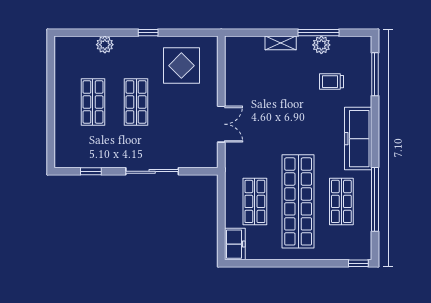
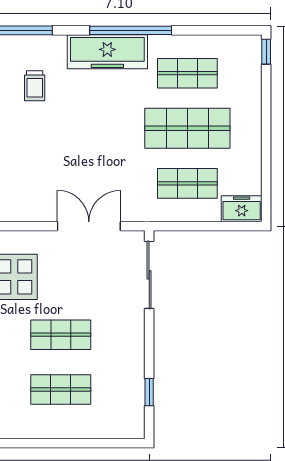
double door: (221, 124) -> (89, 226), width x1.37
sliding door: (152, 171) -> (149, 275), moved
window: (375, 199) -> (131, 30), moved
shop shelf: (298, 201) -> (187, 128), width x0.71

